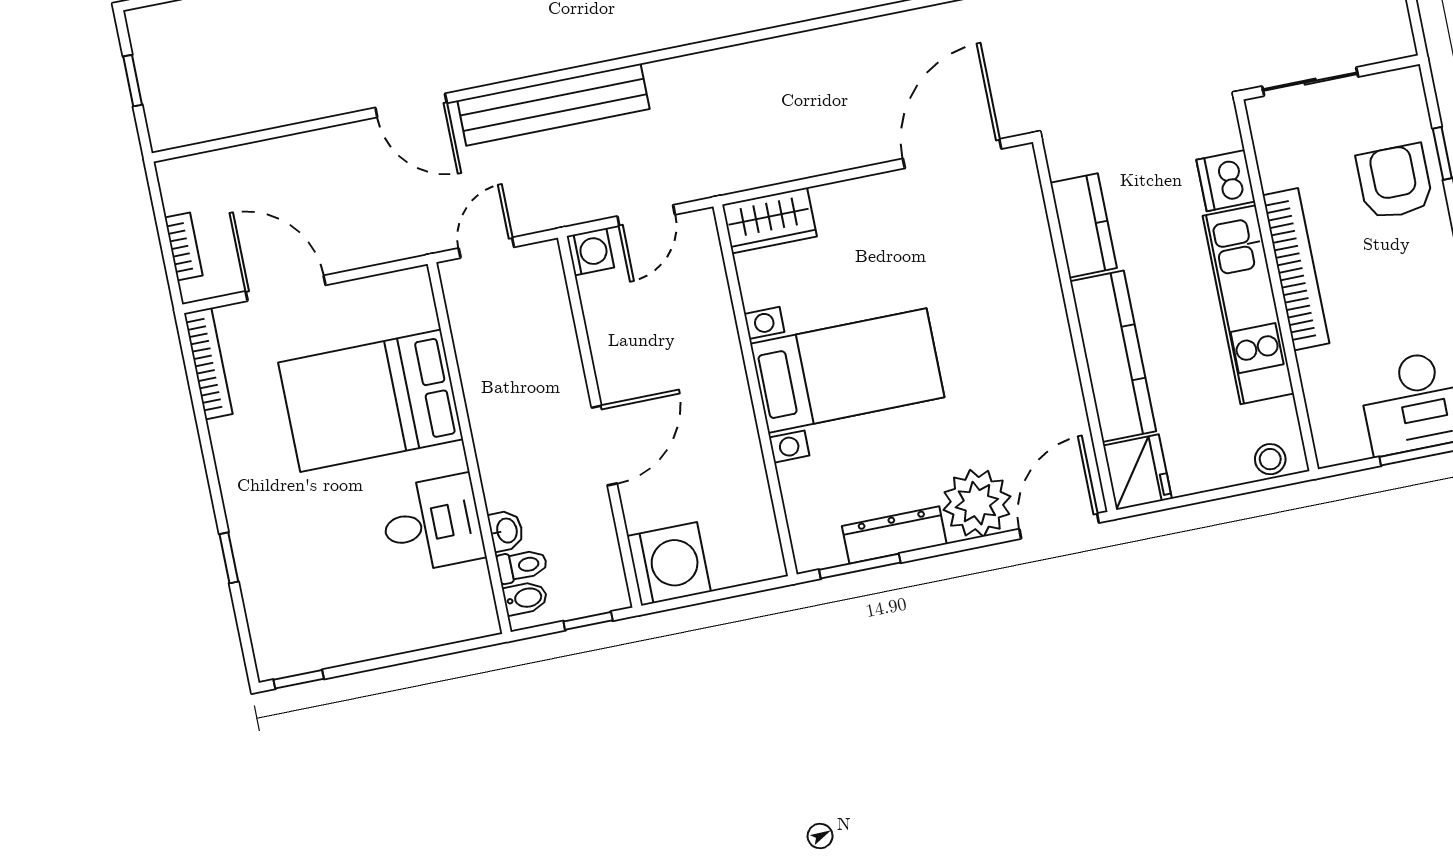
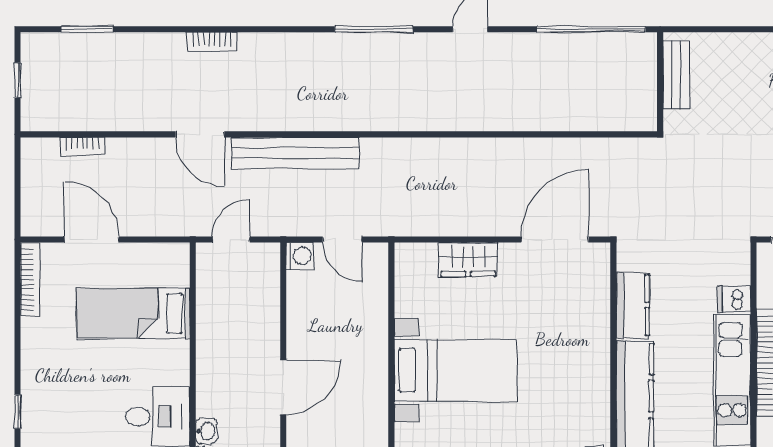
dishwasher: (1226, 181) -> (734, 299), width x0.73
door: (646, 215) -> (342, 240), hinge flipped
wardrobe: (769, 221) -> (468, 260), moved
bookcase: (184, 247) -> (82, 146), moved, turned 90
bed: (371, 401) -> (133, 313), width x0.67

